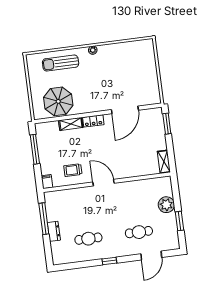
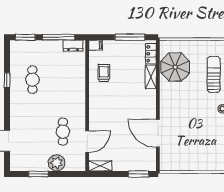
locker: (93, 121) -> (151, 54), moved
door: (104, 183) -> (87, 142), moved
dresser: (54, 231) -> (73, 46), moved
cafe table: (139, 232) -> (63, 132), moved
window: (48, 251) -> (25, 37), added
window: (109, 261) -> (7, 80), moved

